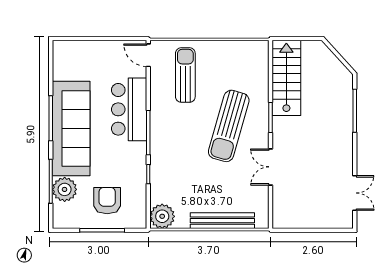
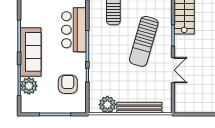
sofa: (71, 129) -> (31, 52), width x0.74, depth x0.79
double door: (271, 167) -> (173, 70), swing flipped
armchair: (107, 201) -> (68, 84), moved
plant: (162, 216) -> (107, 105), moved

